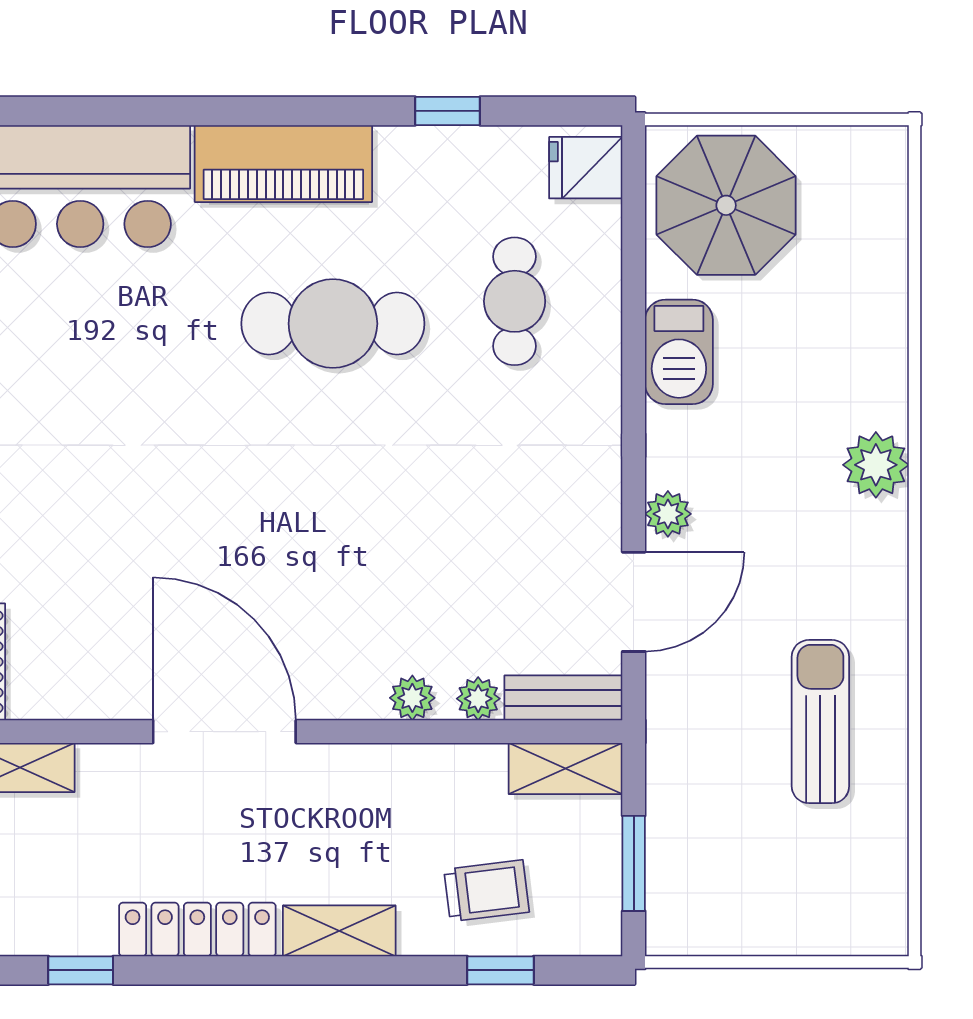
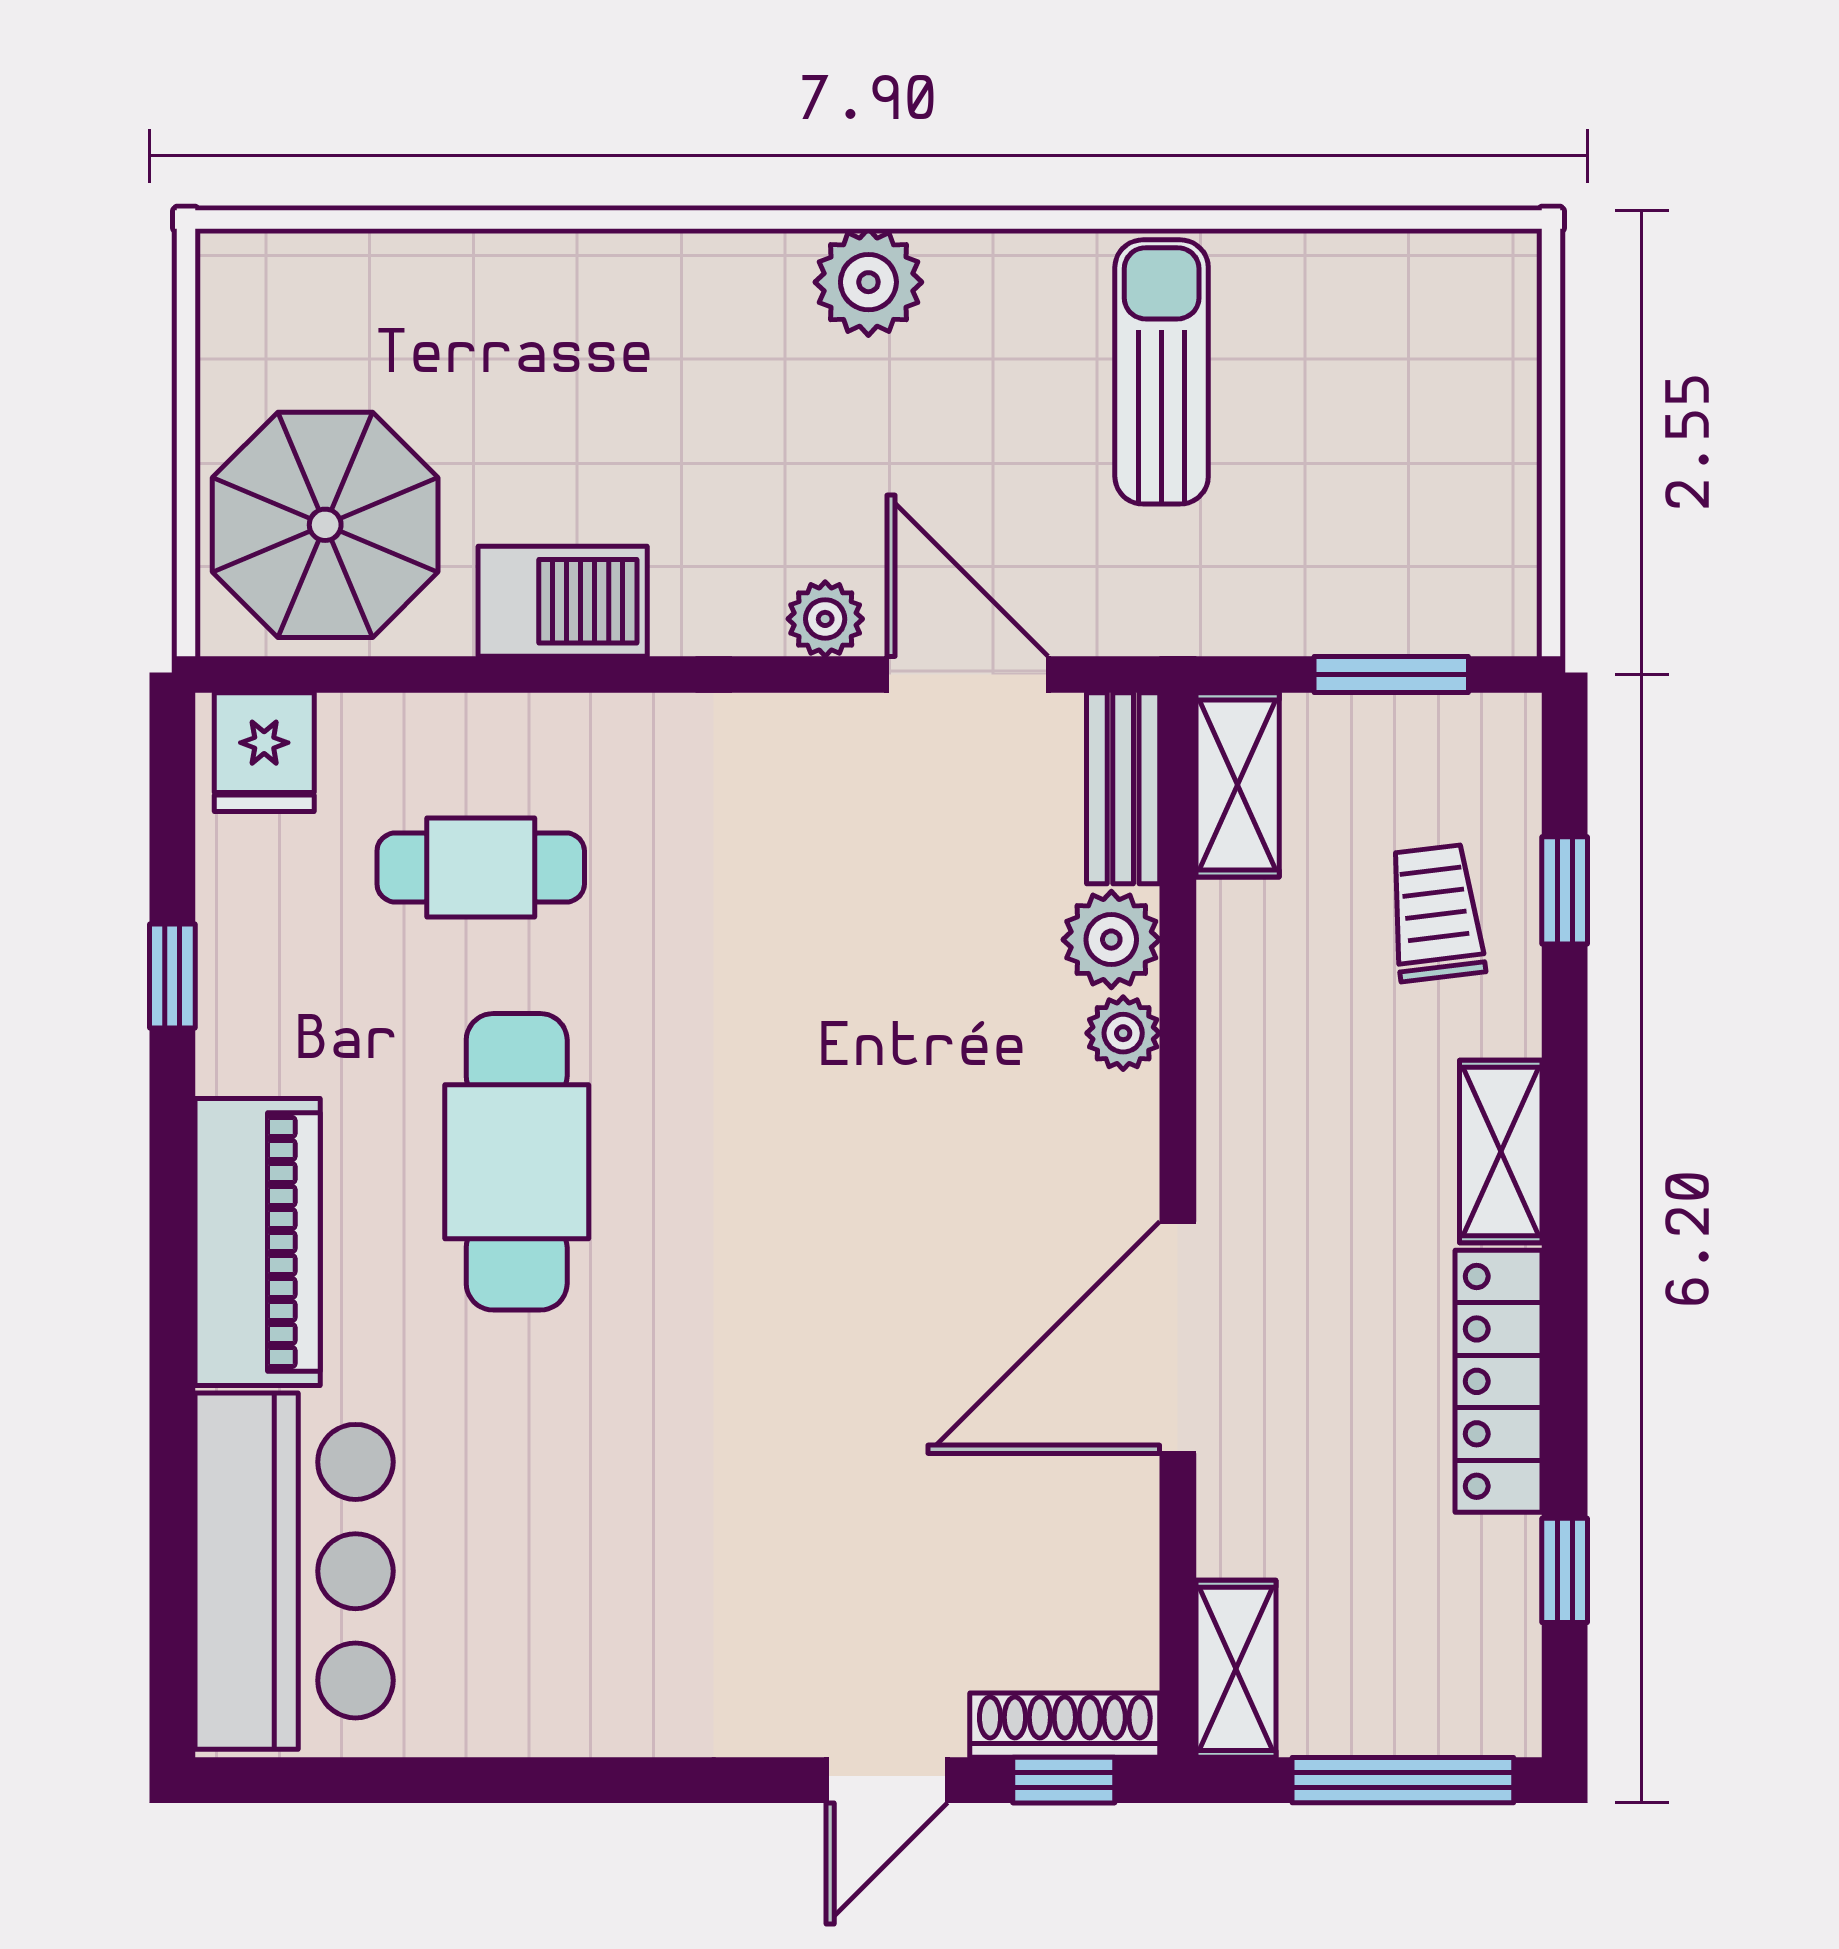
plant: (876, 465) -> (868, 282), moved
plant: (478, 699) -> (1111, 940), width x1.38, depth x1.38
sun lounger: (820, 722) -> (1162, 372), turned 90

